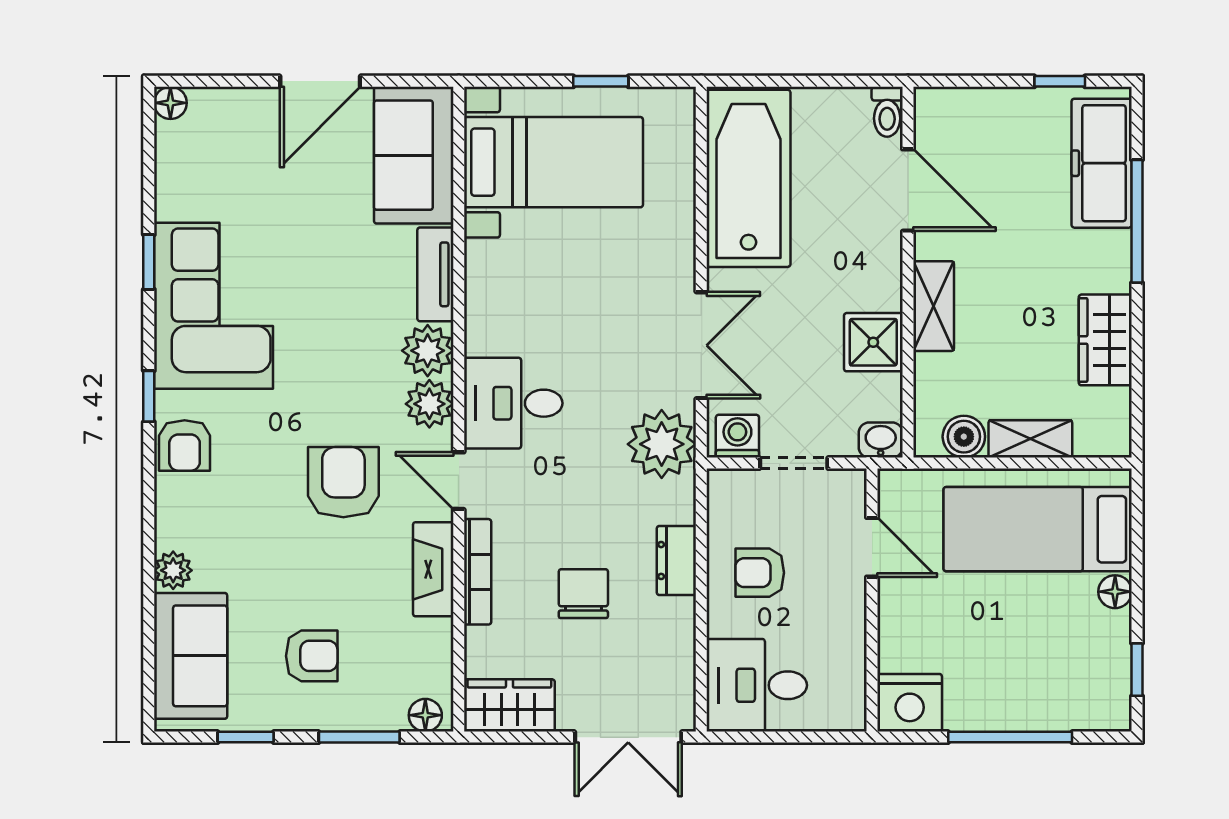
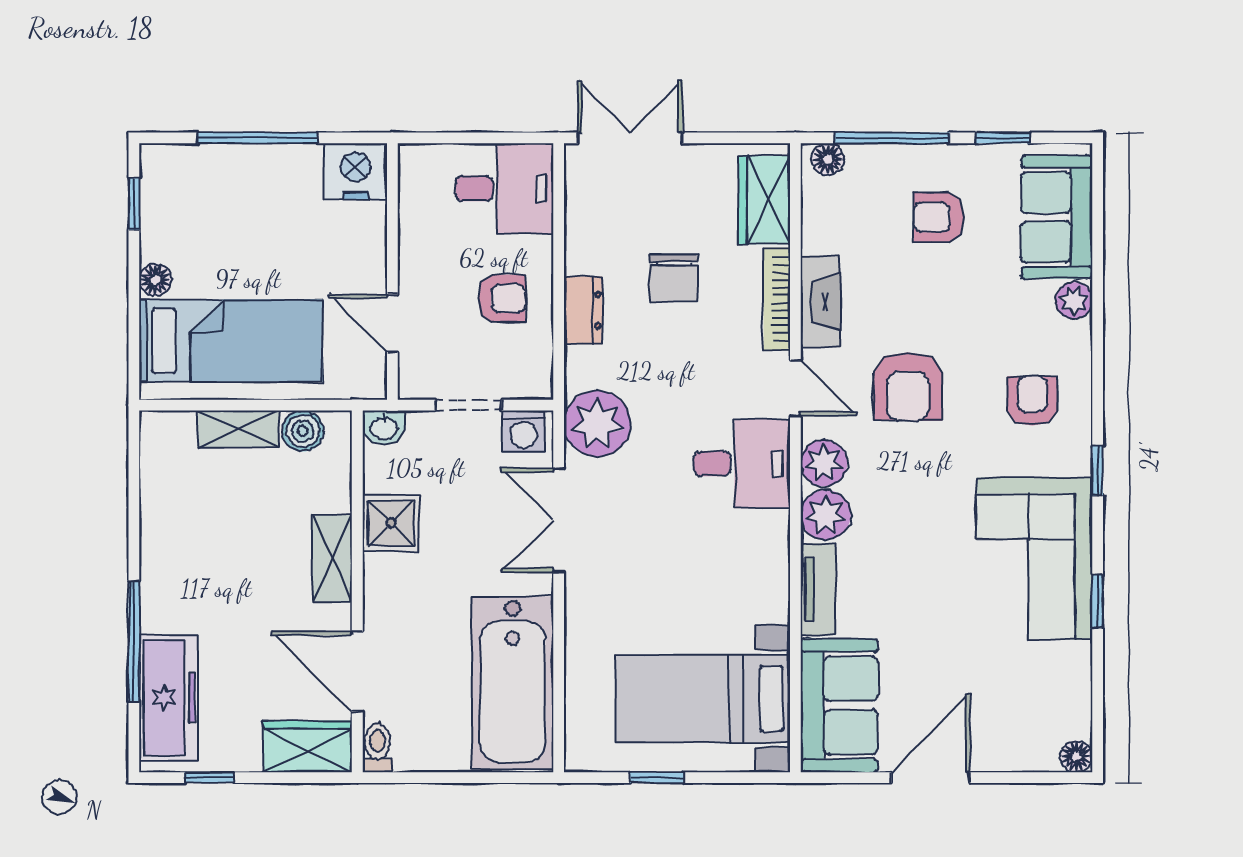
wardrobe: (1105, 340) -> (308, 747), moved, turned -90
armchair: (185, 446) -> (1032, 401), moved
wardrobe: (509, 705) -> (764, 200), moved, turned 90
window: (359, 737) -> (892, 138), width x1.44

